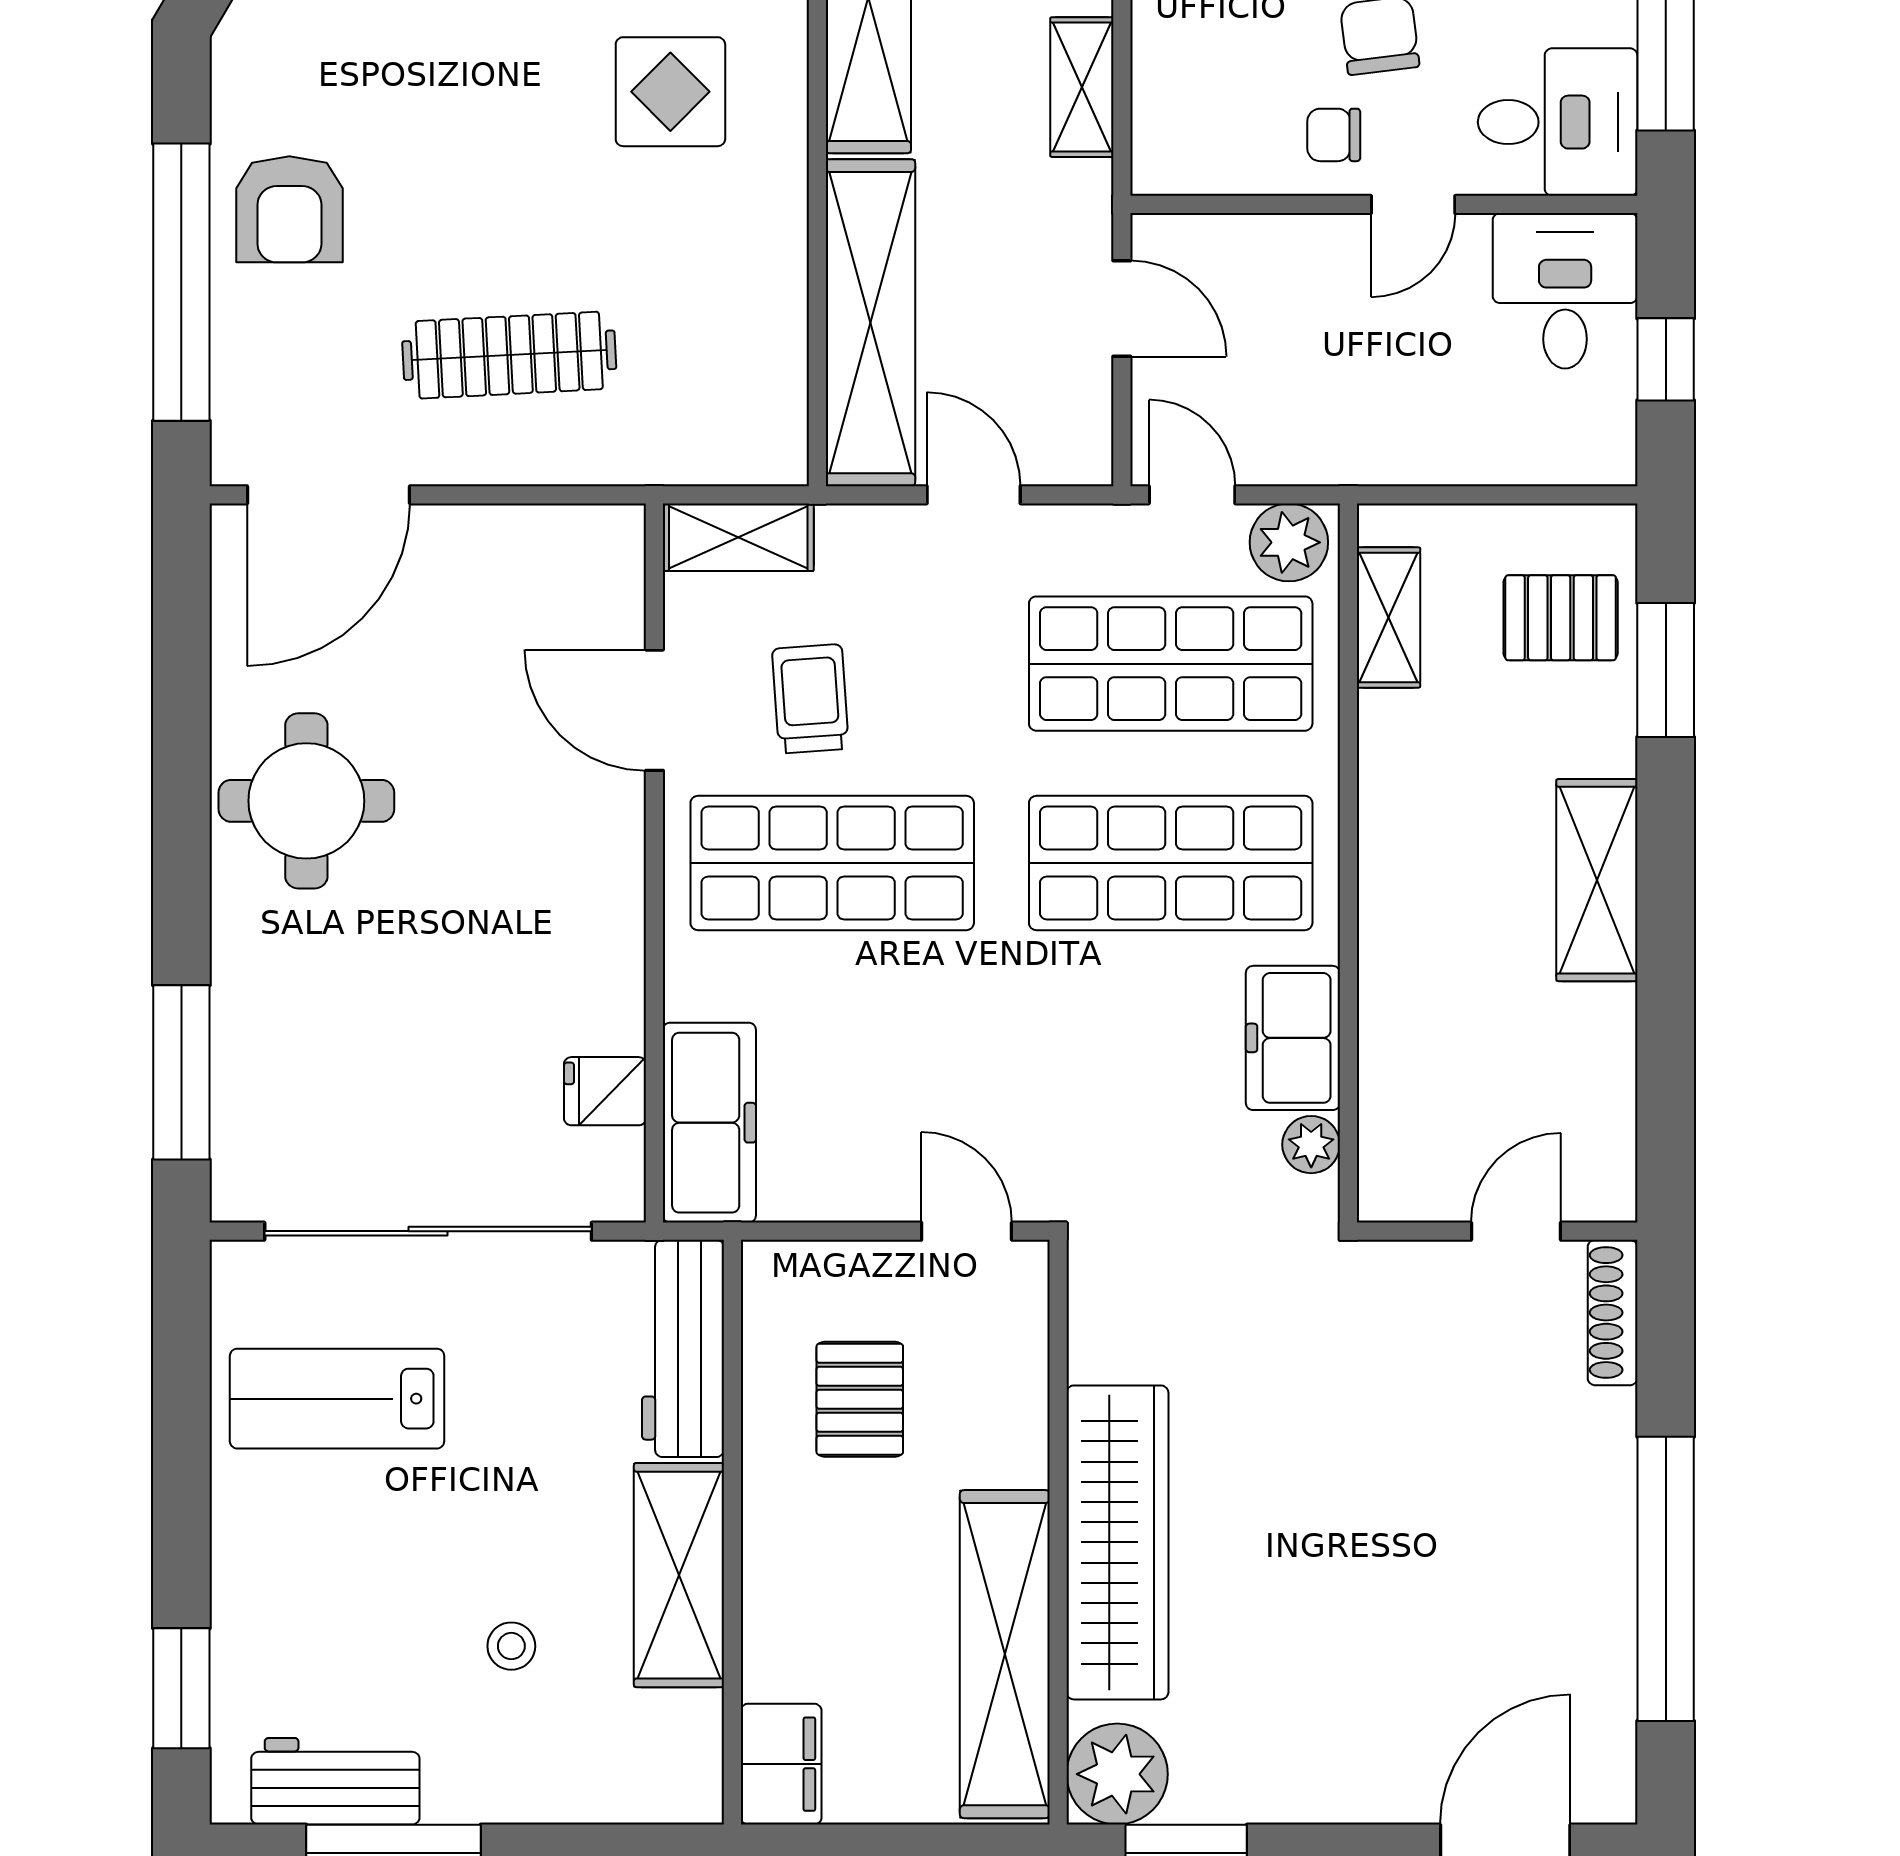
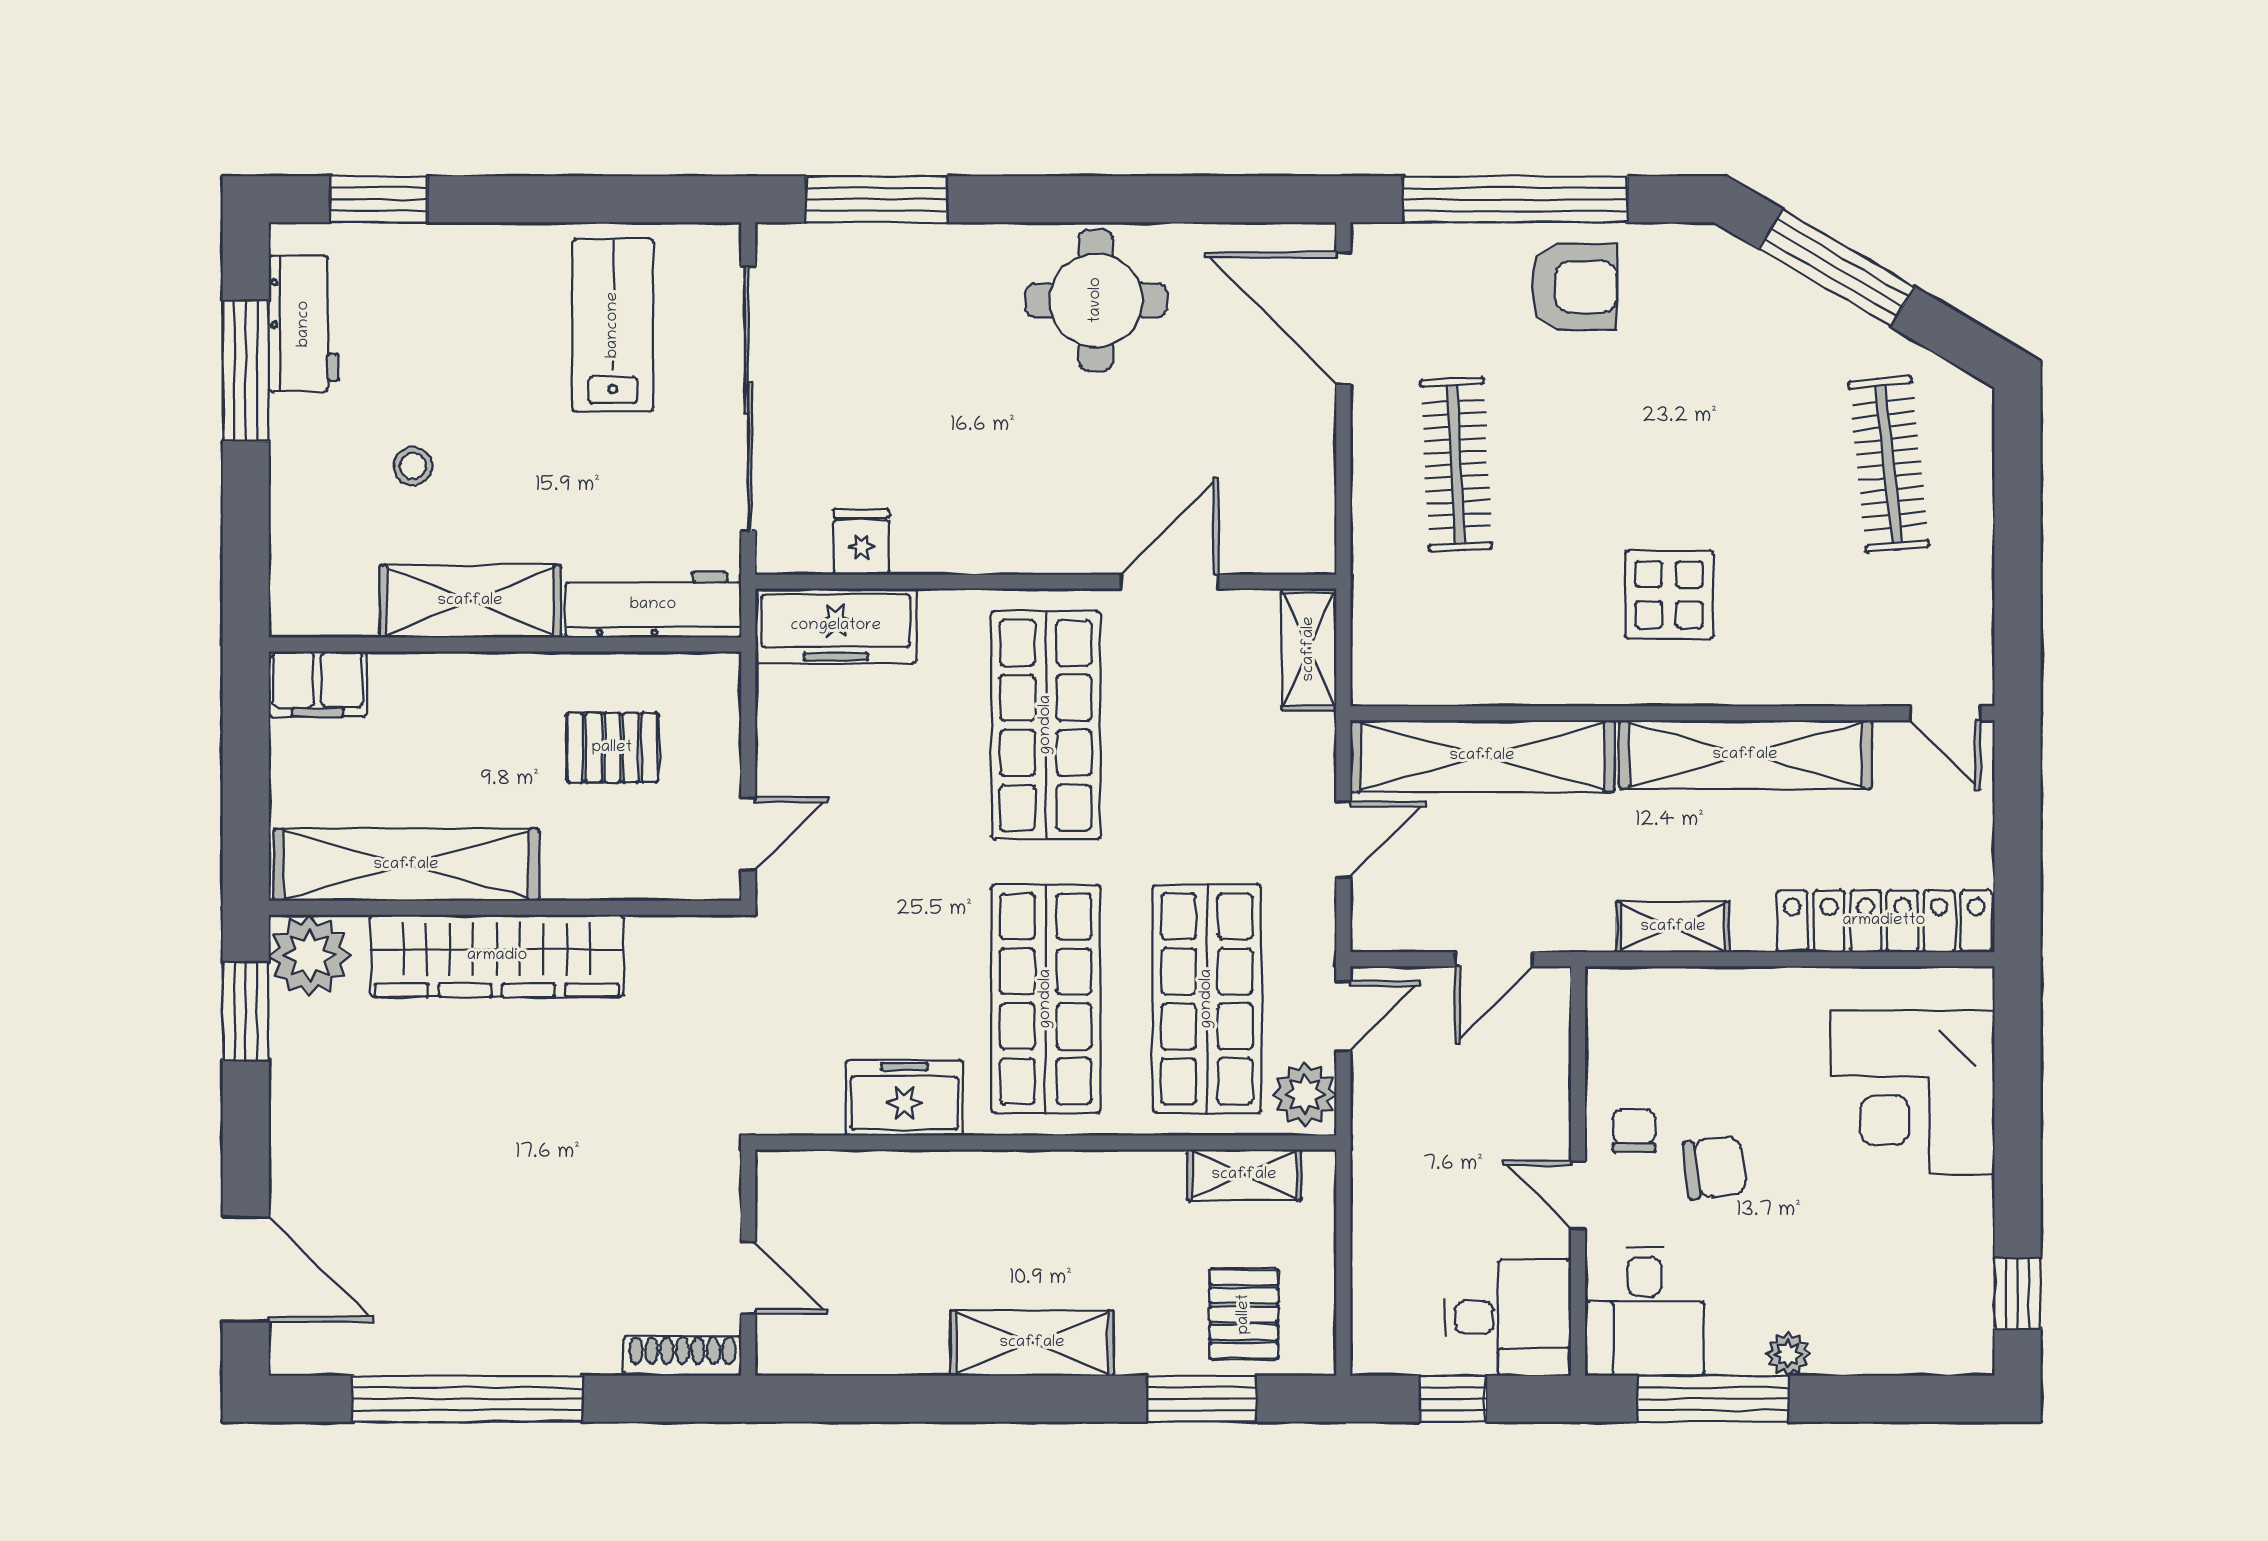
armchair: (289, 209) -> (1574, 287), turned 180
trolley: (810, 699) -> (1178, 708), removed
plant: (1311, 1145) -> (818, 1112), removed

